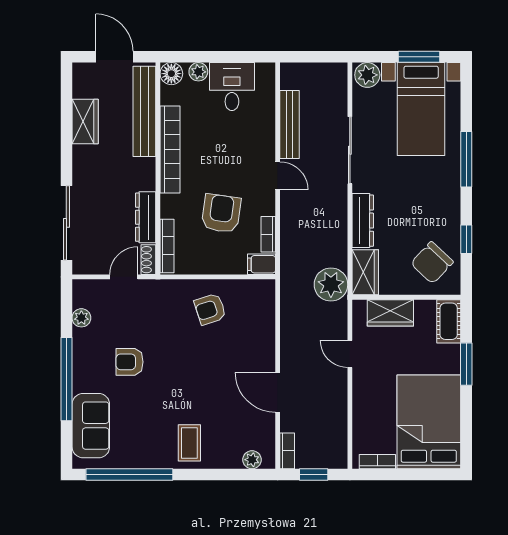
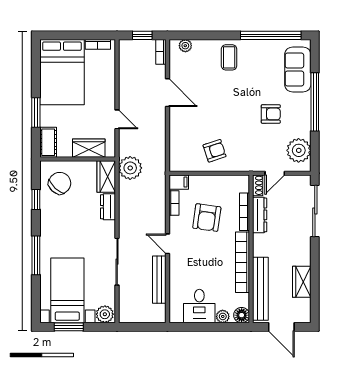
dresser: (363, 221) -> (108, 207), width x0.70
bookcase: (167, 246) -> (245, 212), moved
plant: (81, 318) -> (299, 150), width x1.87, depth x1.87

